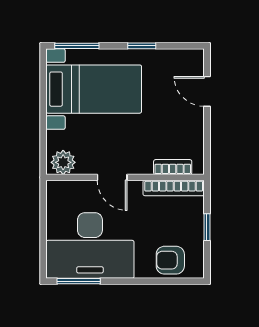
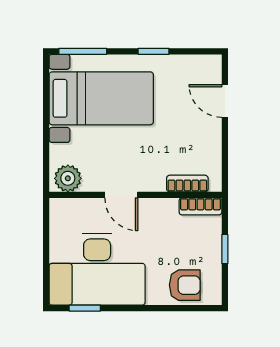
bookcase: (174, 188) -> (200, 206), width x0.64
armchair: (170, 260) -> (185, 285), turned 180
window: (79, 281) -> (85, 308), width x0.67

